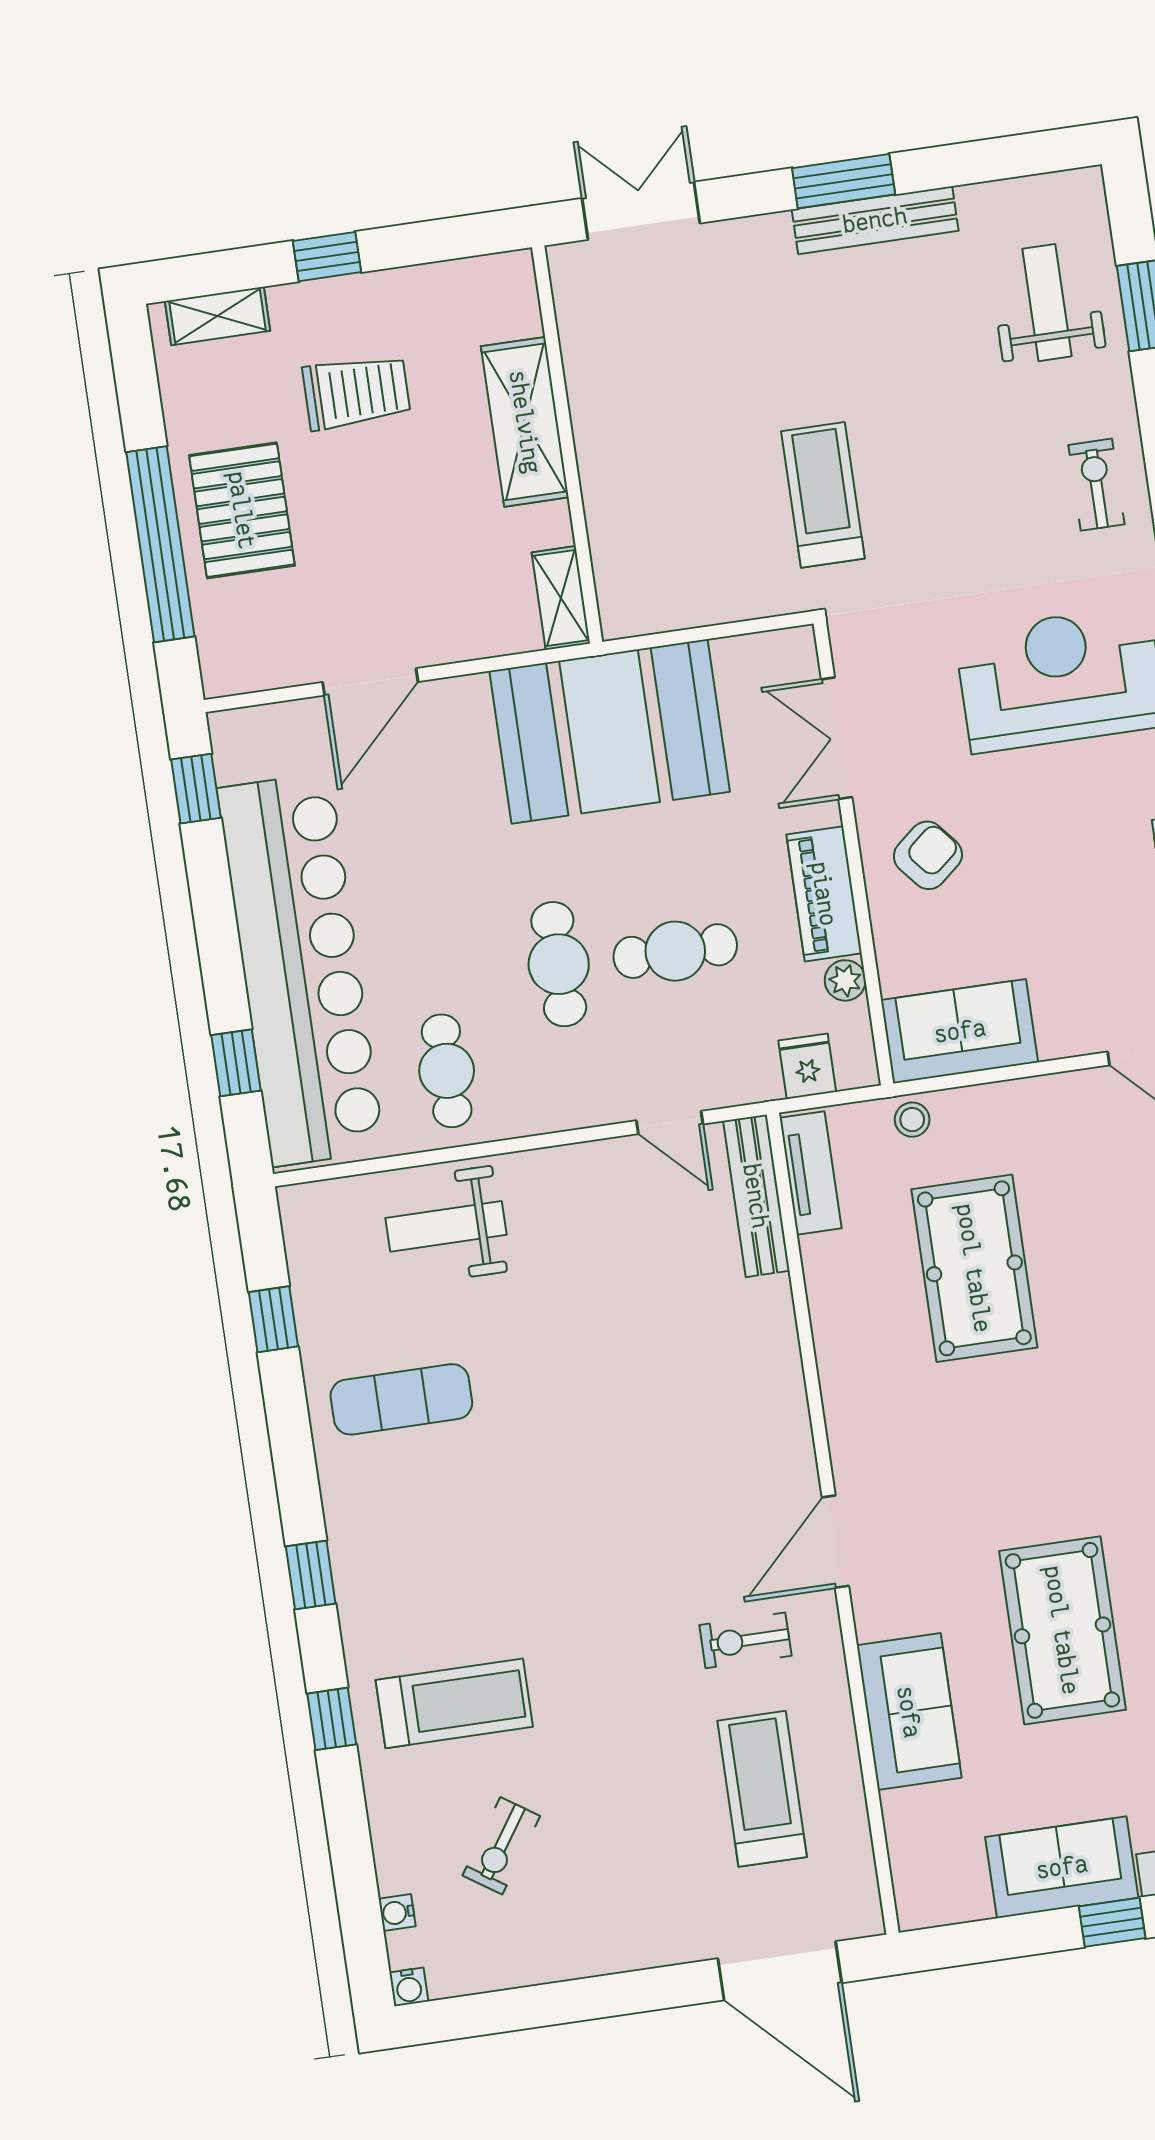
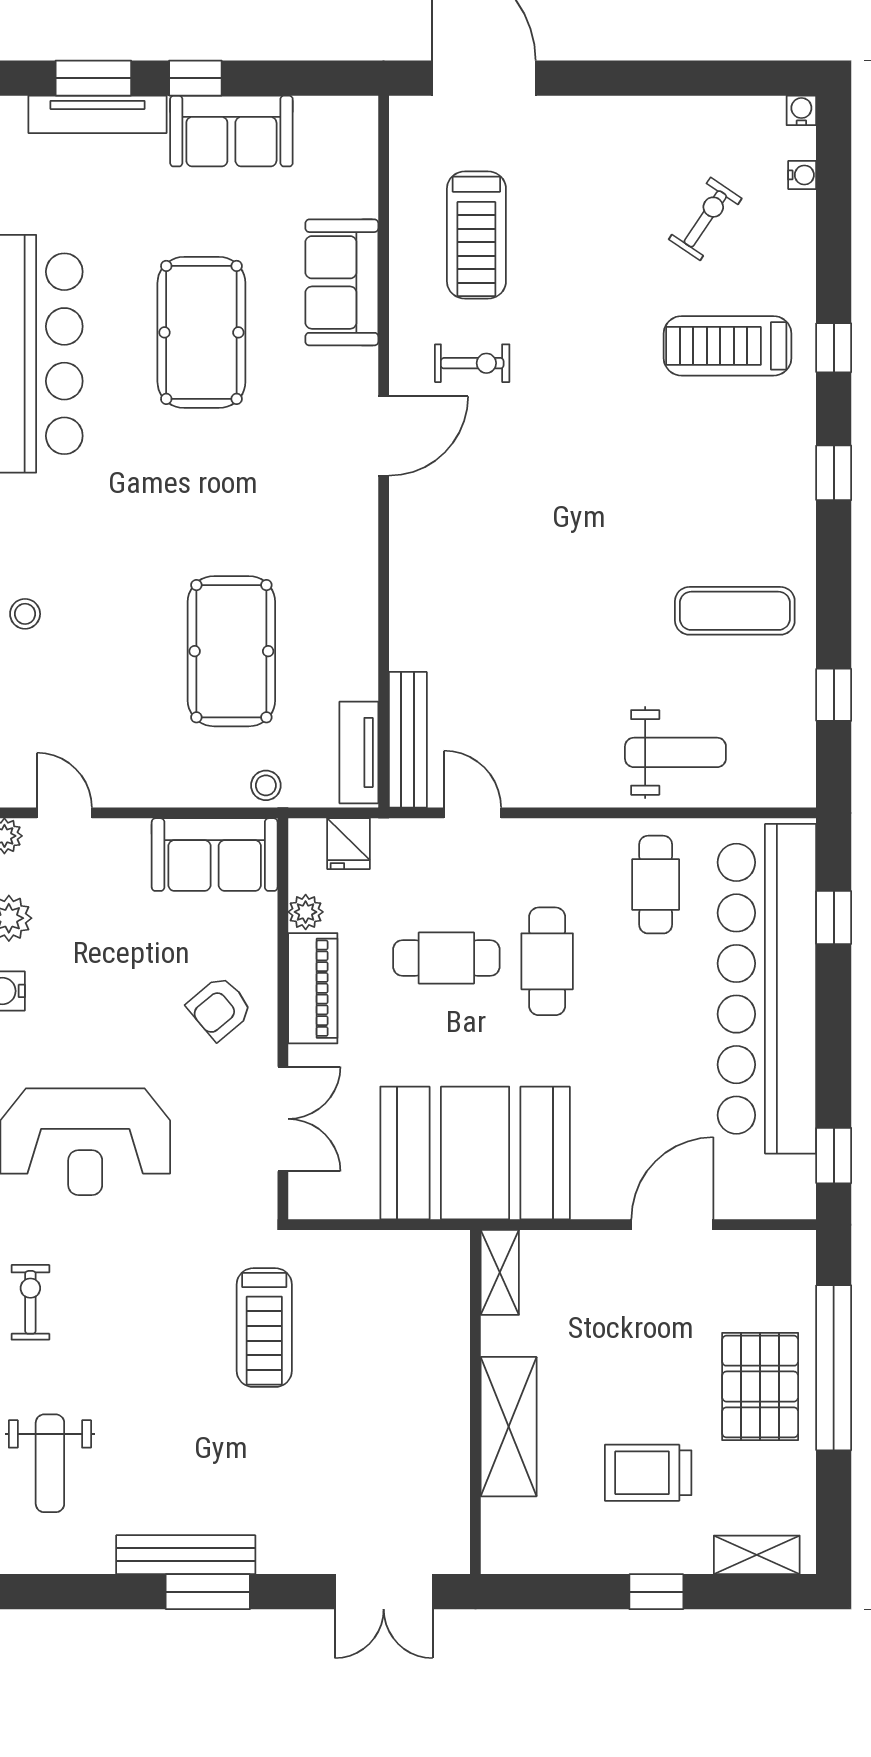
exercise bike: (1096, 485) -> (30, 1302), turned 180

